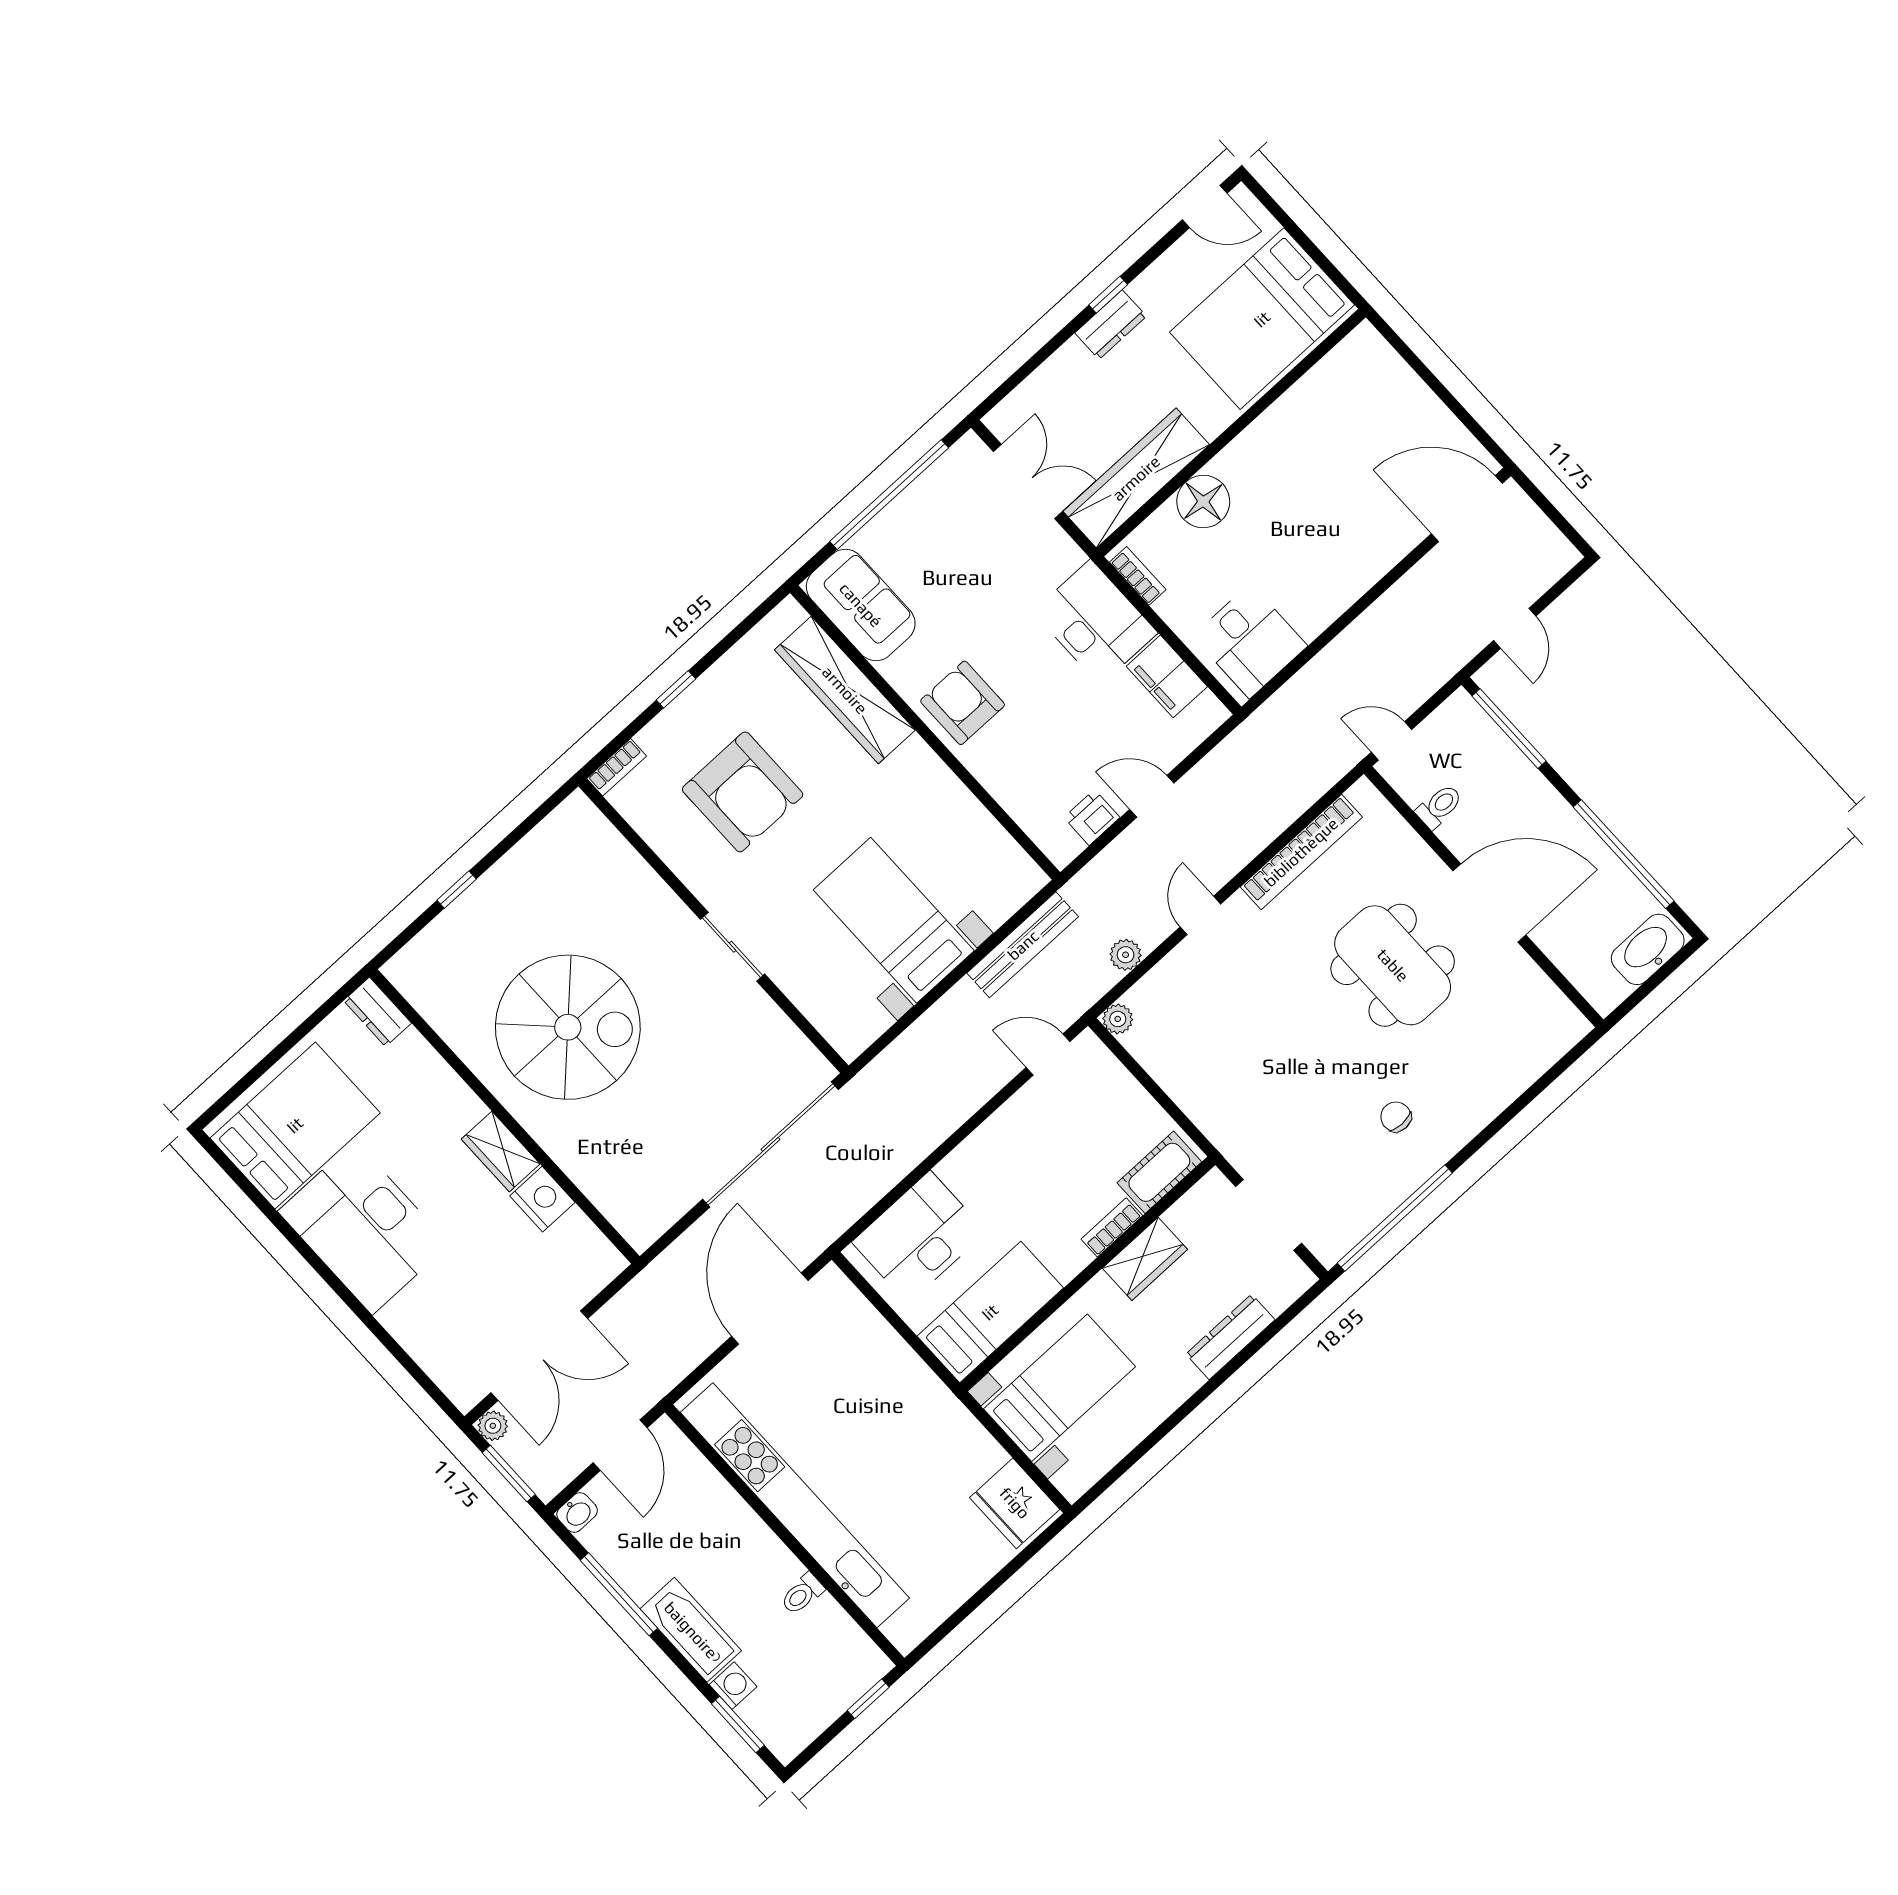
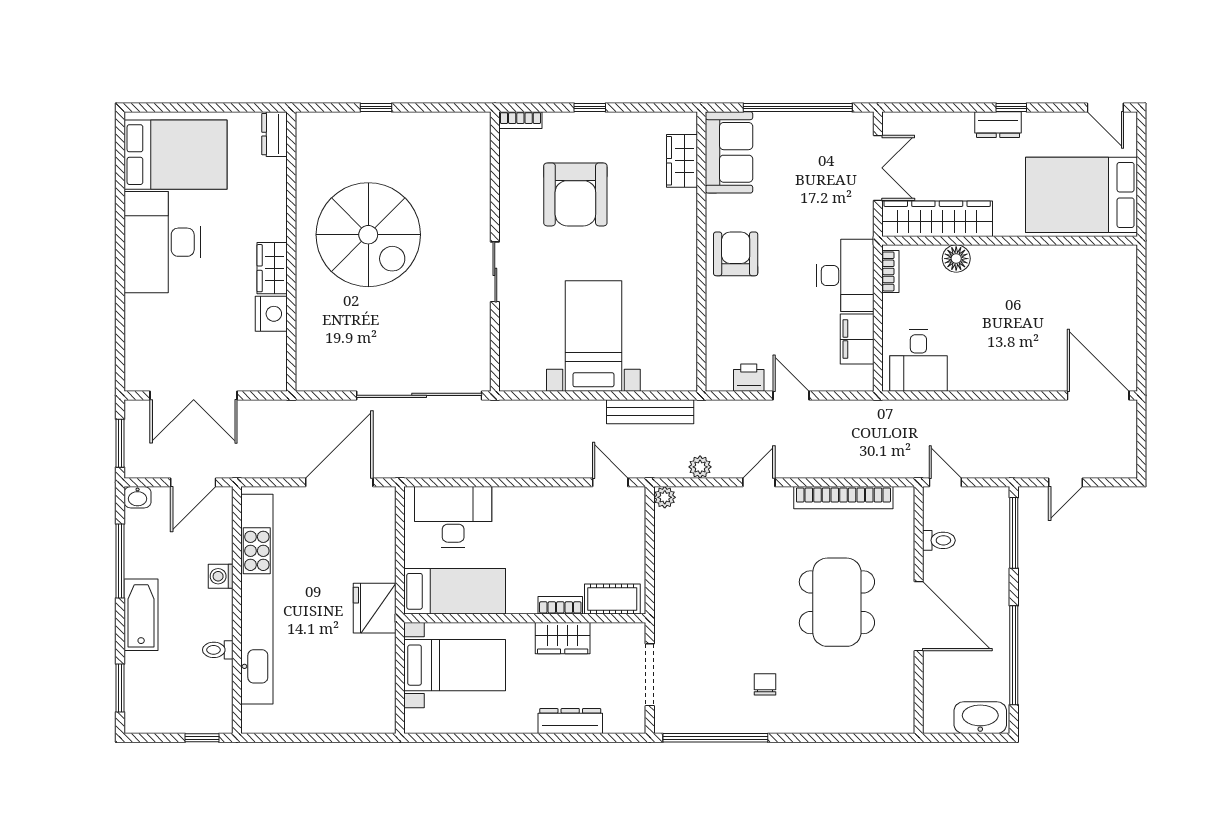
floor lamp: (1203, 502) -> (956, 259), width x0.73, depth x0.73
wardrobe: (845, 690) -> (682, 161), width x0.48, depth x0.85
plant: (493, 1426) -> (135, 410), removed
fridge: (1015, 1503) -> (375, 608), moved
washing machine: (733, 1686) -> (221, 576), moved, turned 180

